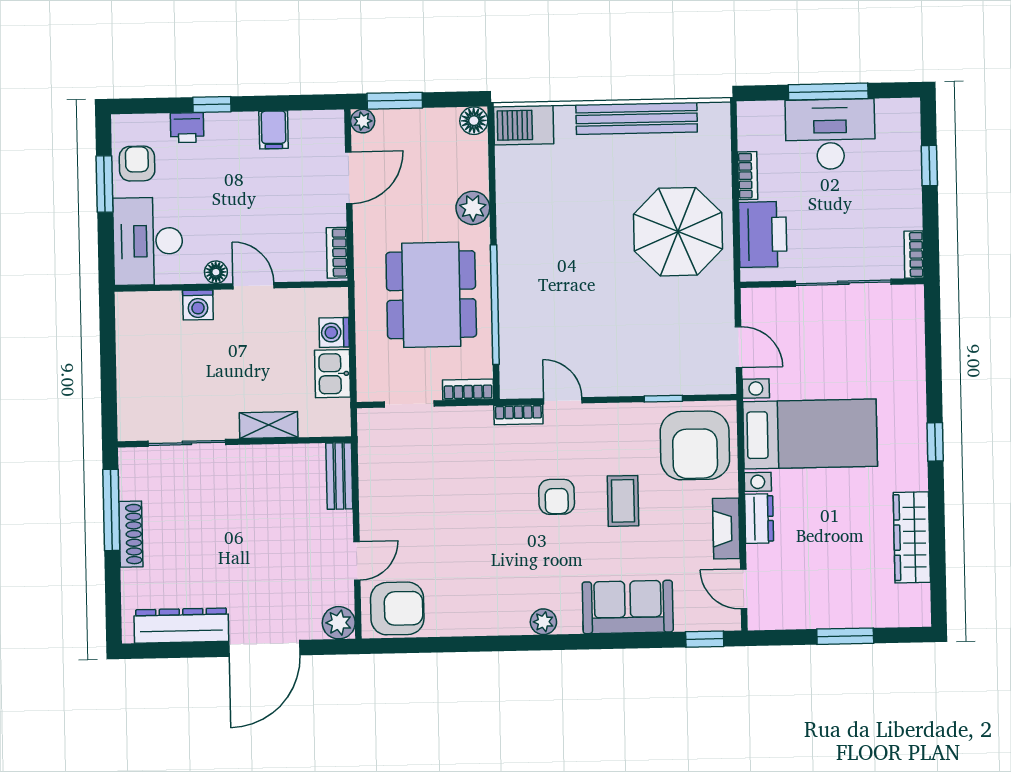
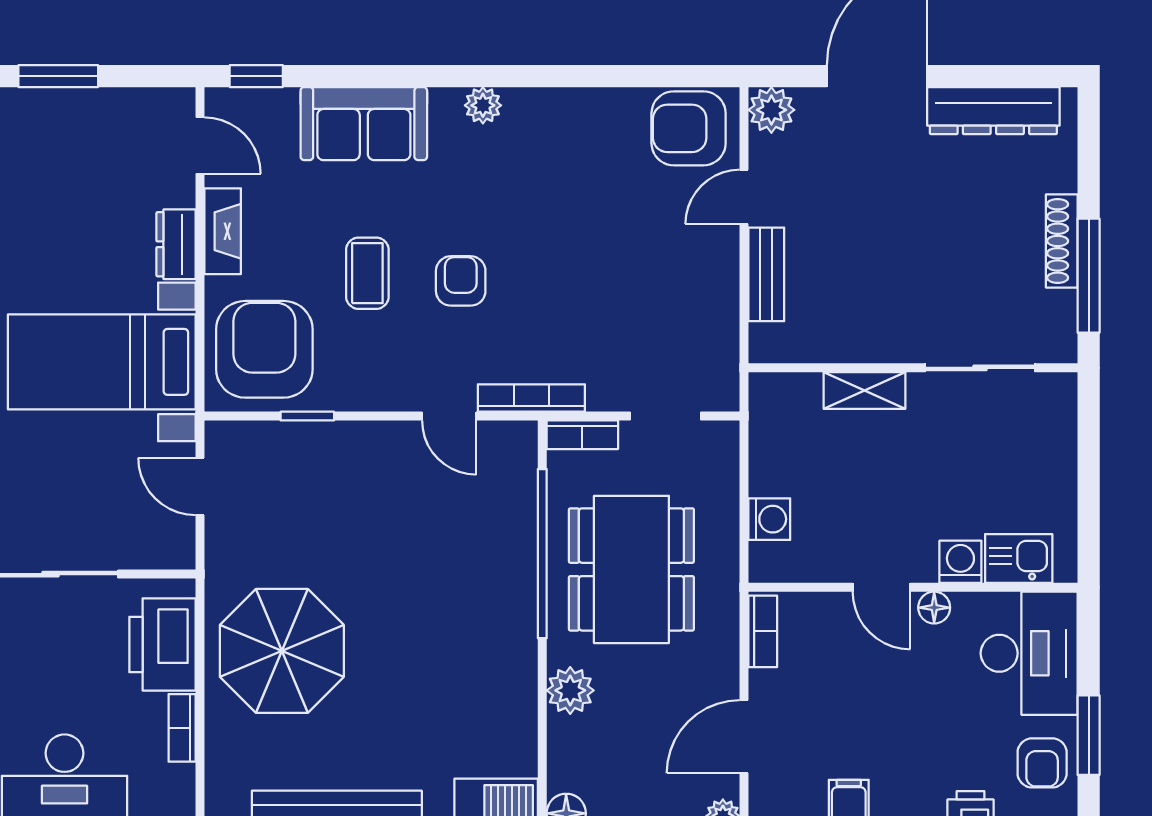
kitchen sink: (332, 374) -> (1019, 558), moved, turned -90
bookcase: (518, 415) -> (531, 398), width x1.56
bench: (339, 476) -> (766, 274), moved

